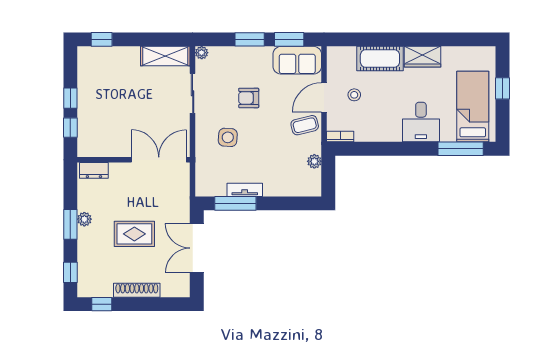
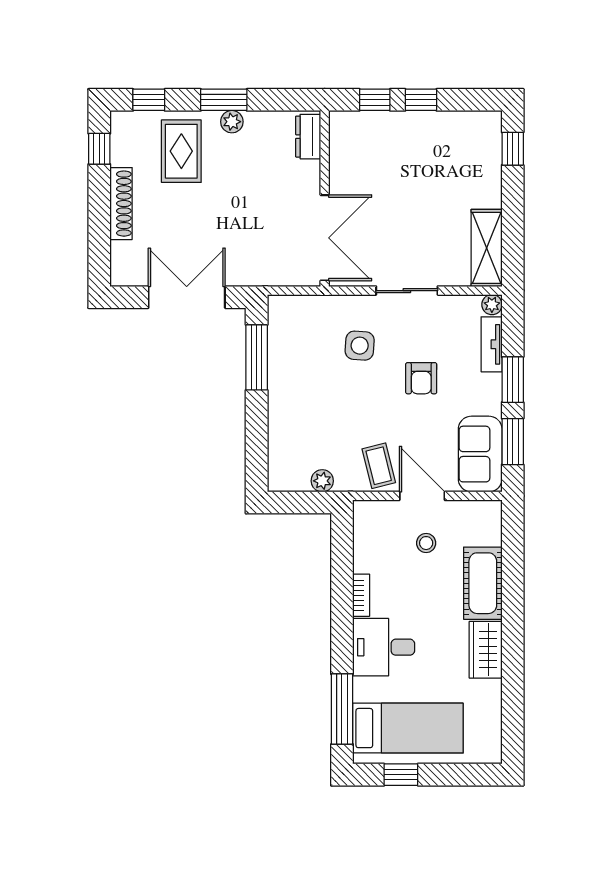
window: (503, 88) -> (401, 775), moved
sliding door: (193, 93) -> (407, 291), moved
armchair: (249, 98) -> (421, 378), turned 180
bookcase: (340, 136) -> (361, 595), moved
tv unit: (245, 190) -> (492, 344), moved, turned 180
rug: (134, 234) -> (181, 151), moved

